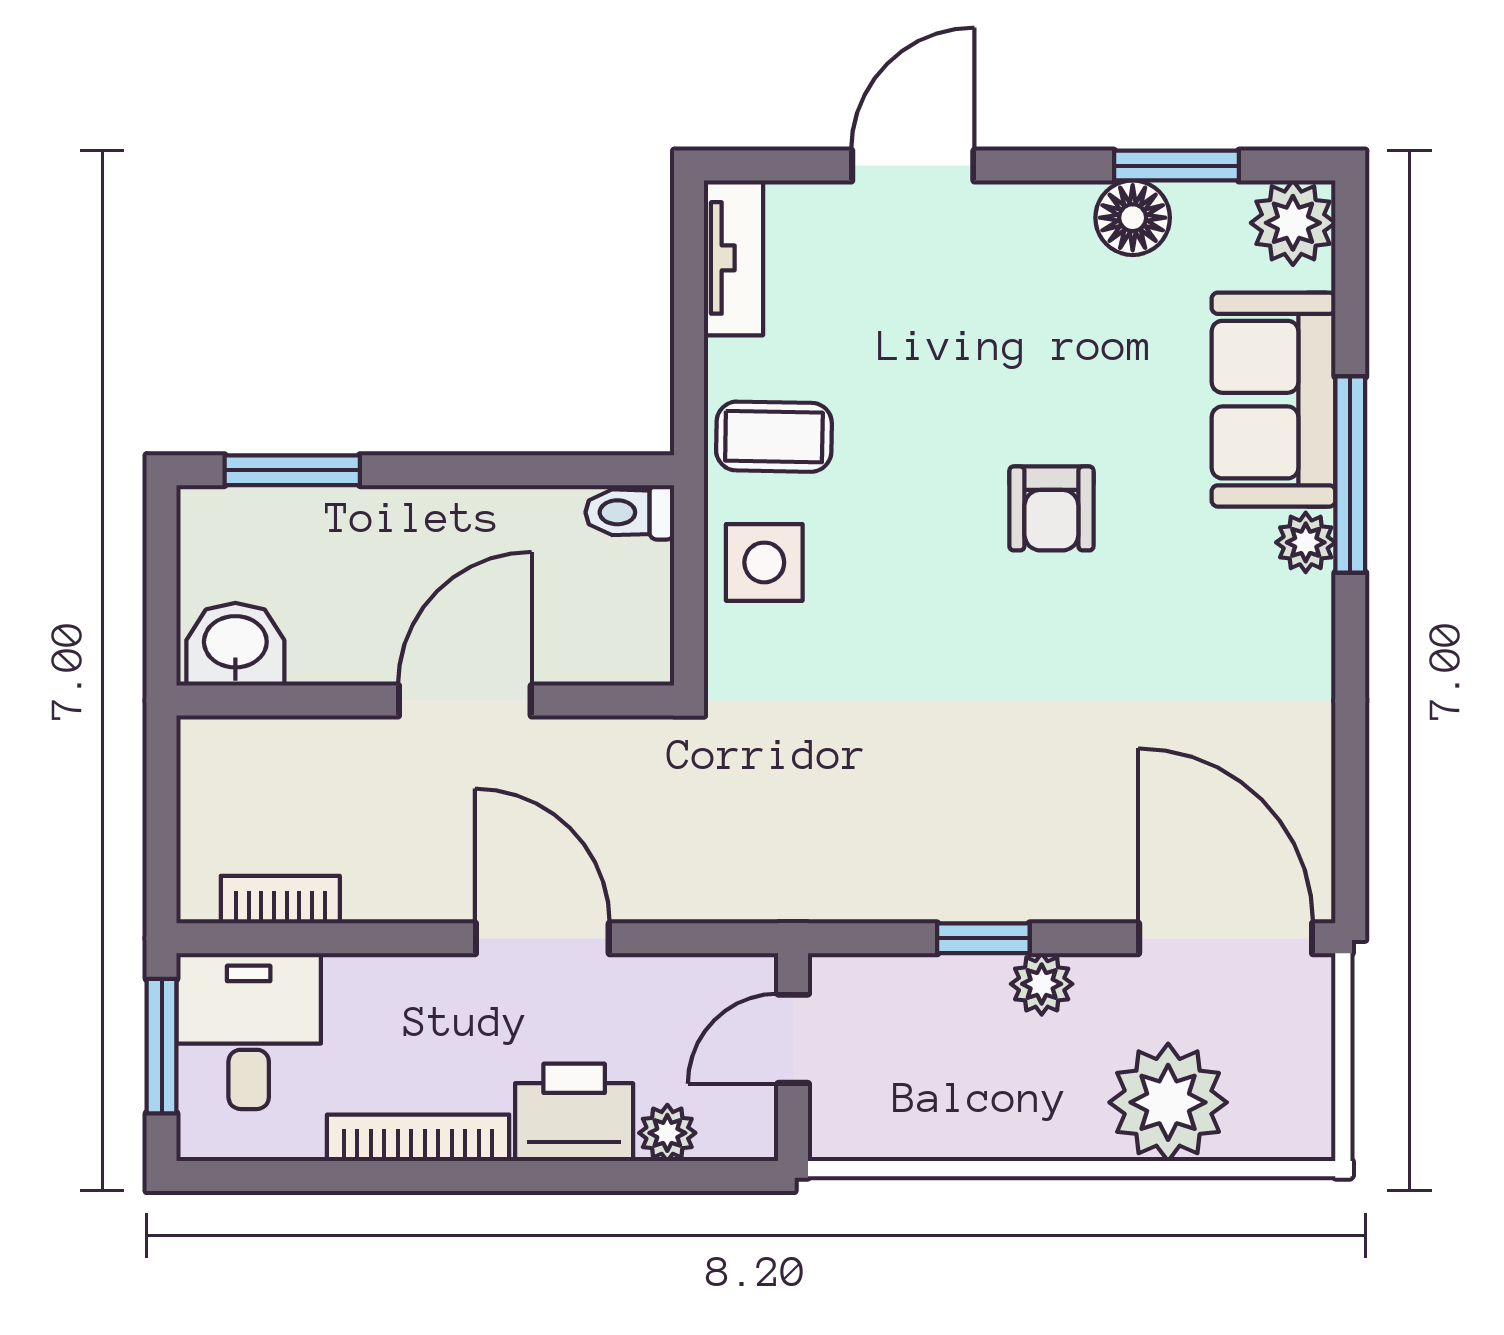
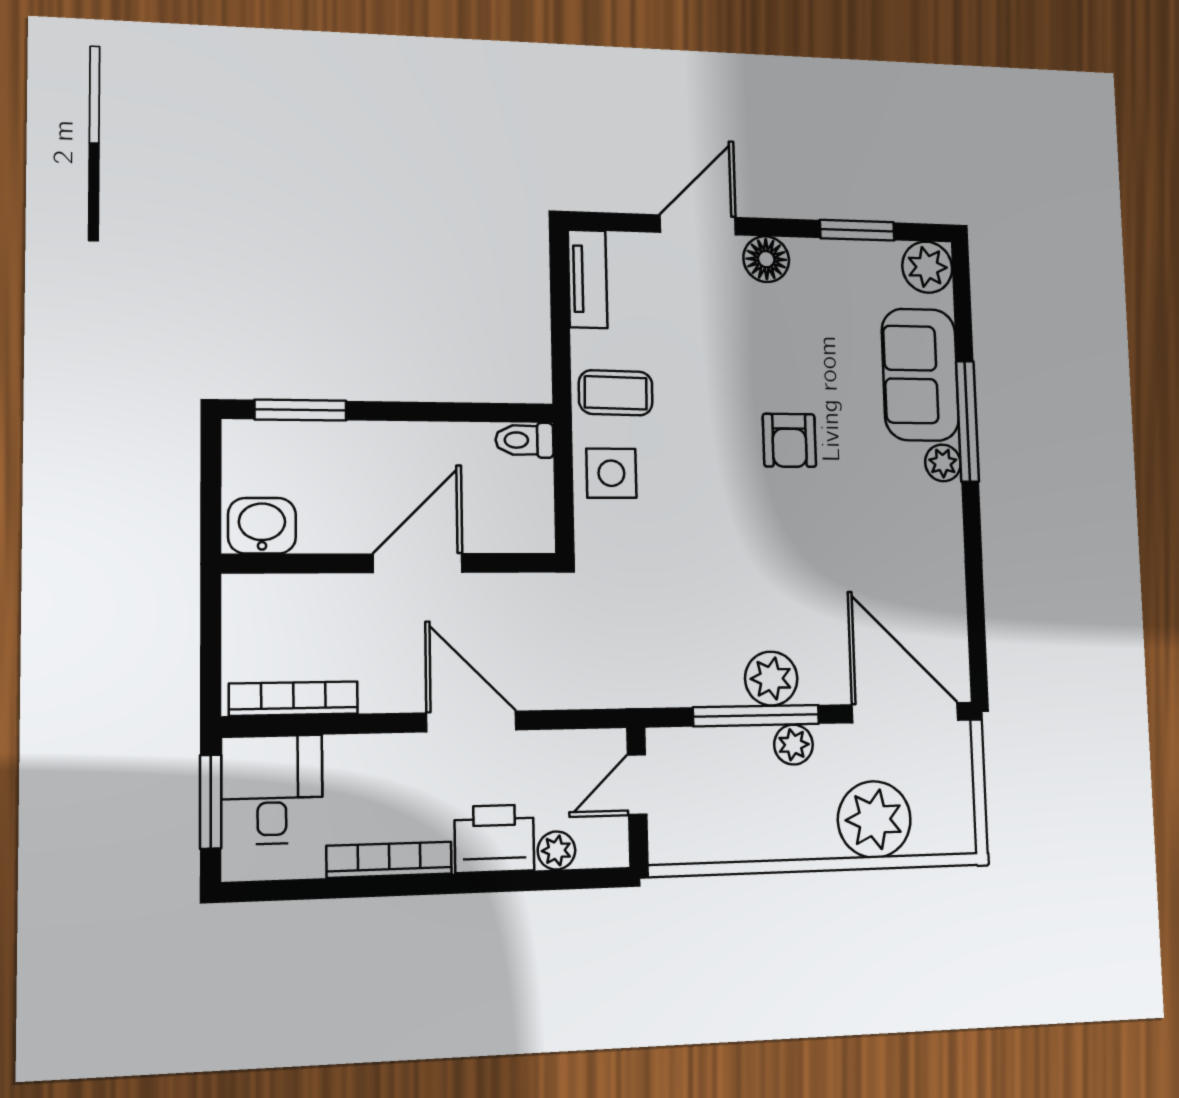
floor lamp: (1133, 218) -> (766, 259), moved
plant: (1009, 882) -> (771, 679), added
bookcase: (280, 900) -> (293, 699), width x1.56
window: (983, 938) -> (756, 716), width x2.17

